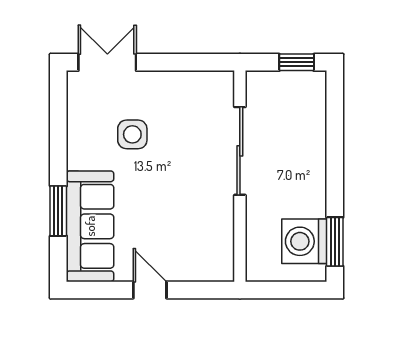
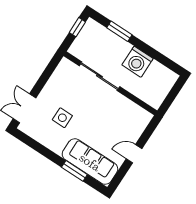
washing machine: (304, 241) -> (138, 62), moved
window: (335, 242) -> (119, 31), moved

